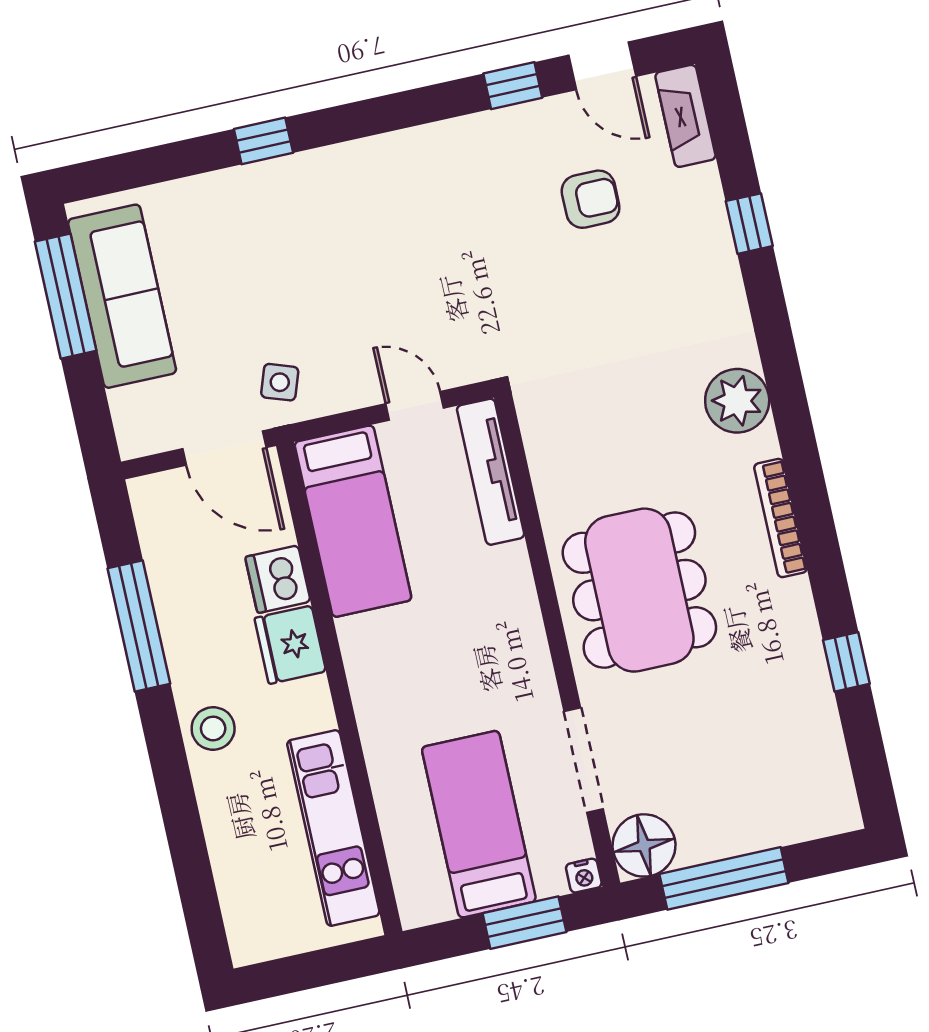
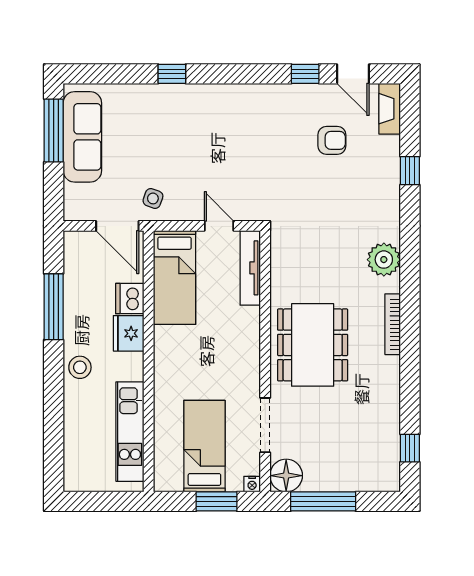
window: (846, 662) -> (410, 448), moved

